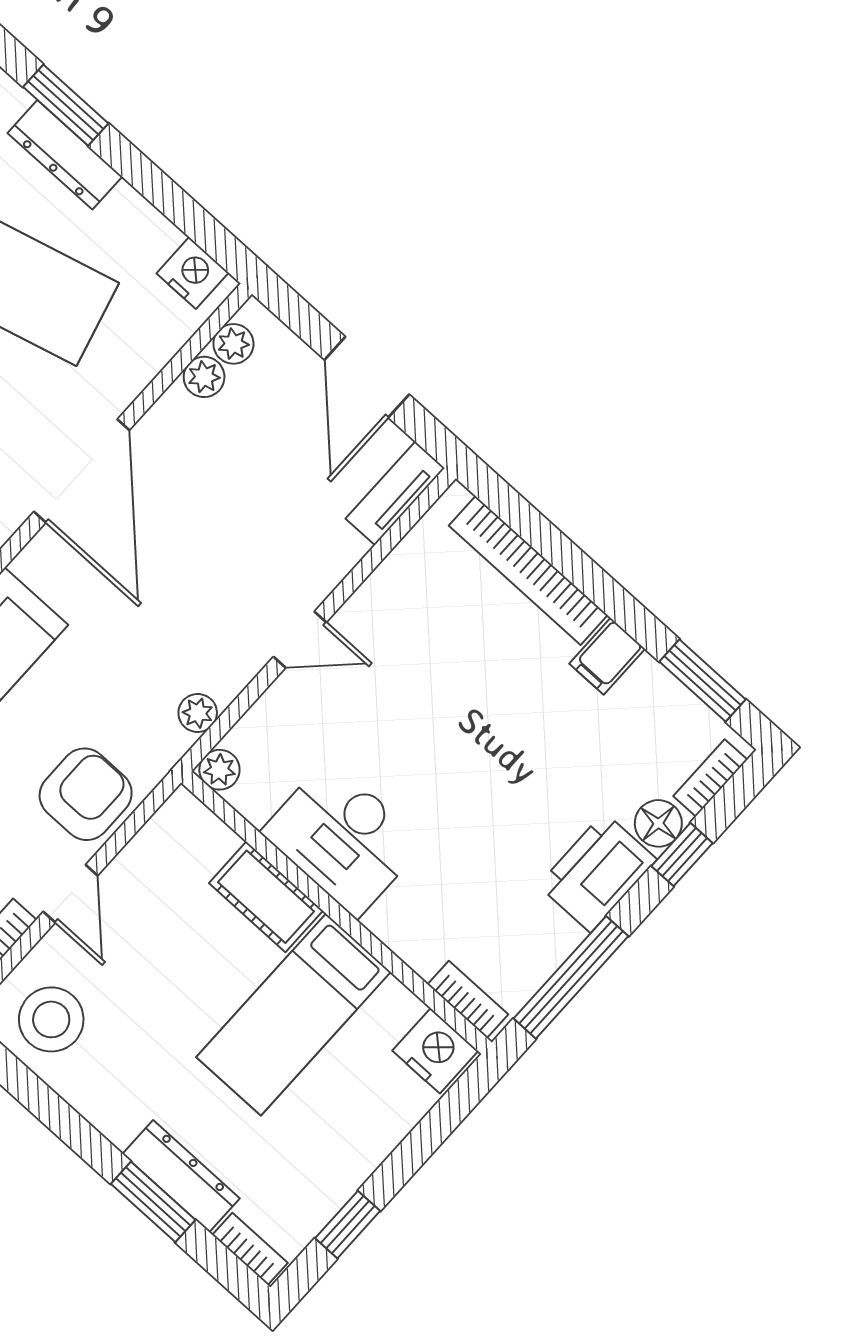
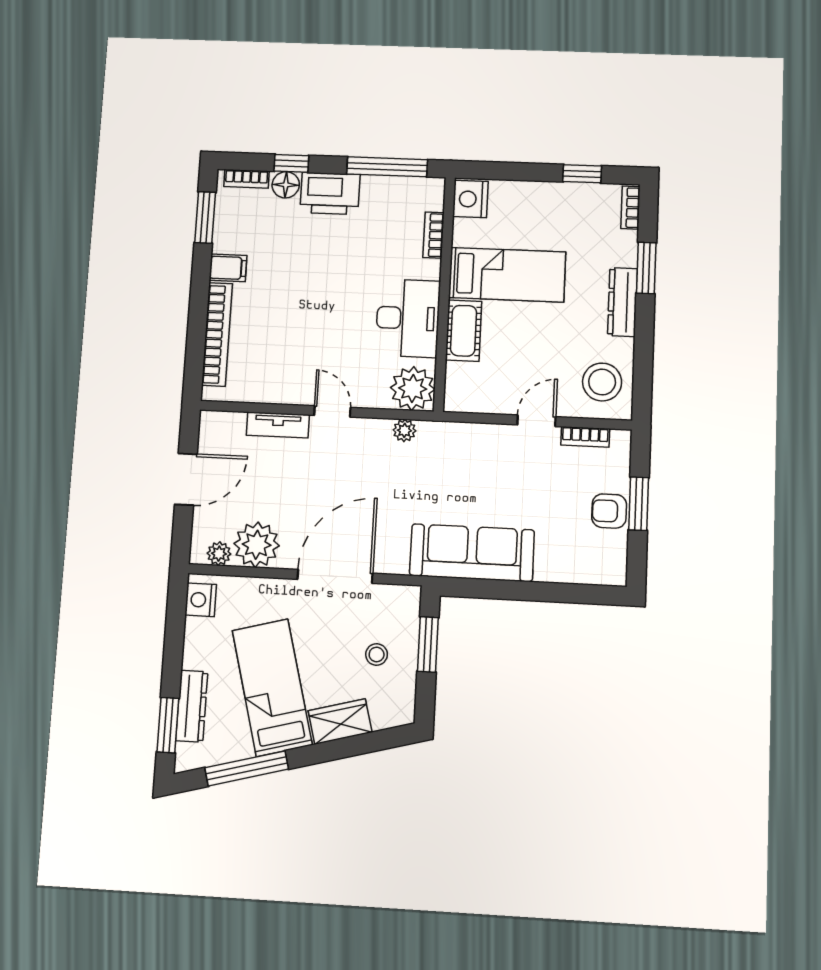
plant: (204, 377) -> (257, 545), width x1.87, depth x1.87
tv unit: (395, 493) -> (278, 425), moved
plant: (219, 770) -> (413, 388), width x1.88, depth x1.88
armchair: (86, 794) -> (485, 451), removed
bookcase: (468, 999) -> (433, 235), moved
dresser: (181, 1176) -> (622, 302), moved

